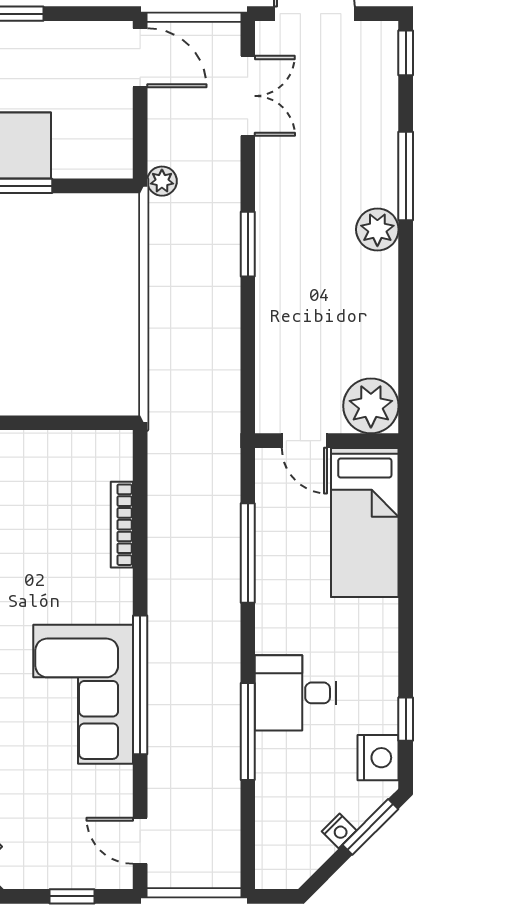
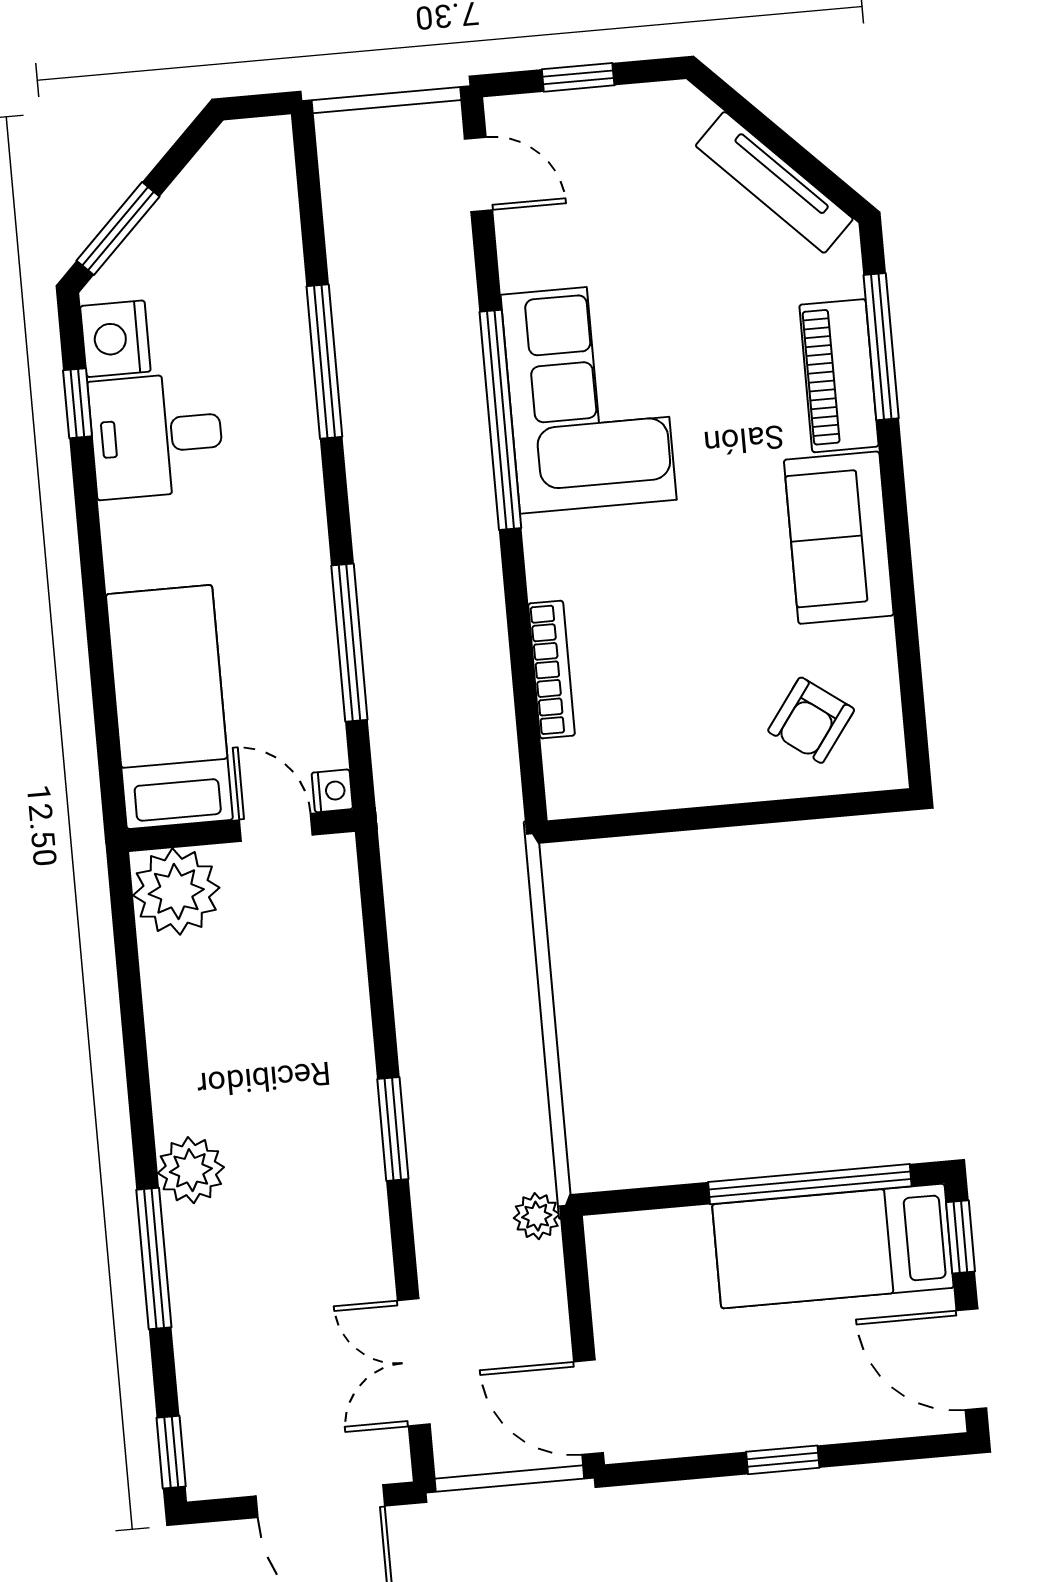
desk: (296, 693) -> (156, 436), moved, turned 180
nightstand: (339, 831) -> (332, 791), moved, turned 135

